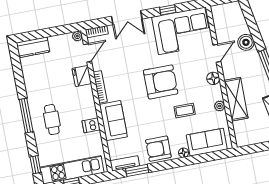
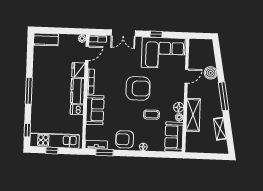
floor lamp: (213, 78) -> (179, 107), moved
kitchen counter: (87, 102) -> (78, 91), added
cafe table: (52, 120) -> (48, 98), removed
sofa: (207, 142) -> (174, 137), moved, turned -90

